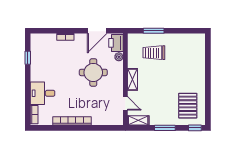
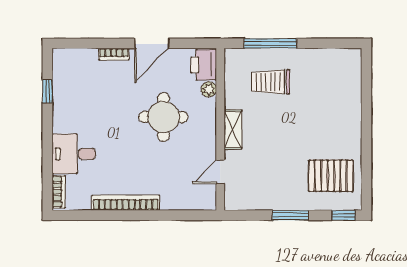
door: (97, 31) -> (152, 43), moved
window: (154, 31) -> (270, 43), width x1.44
door: (125, 103) -> (220, 172), swing flipped
pallet: (188, 106) -> (331, 176), turned 90
shelving: (138, 120) -> (243, 202), removed

